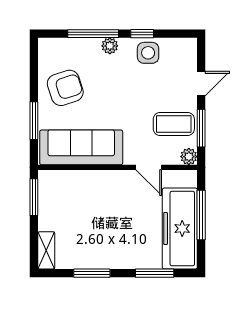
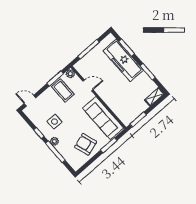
side table: (148, 53) -> (54, 122), moved
door: (201, 84) -> (30, 101), moved
door: (149, 167) -> (88, 85), hinge flipped
freezer: (180, 229) -> (123, 60), moved, turned 90

